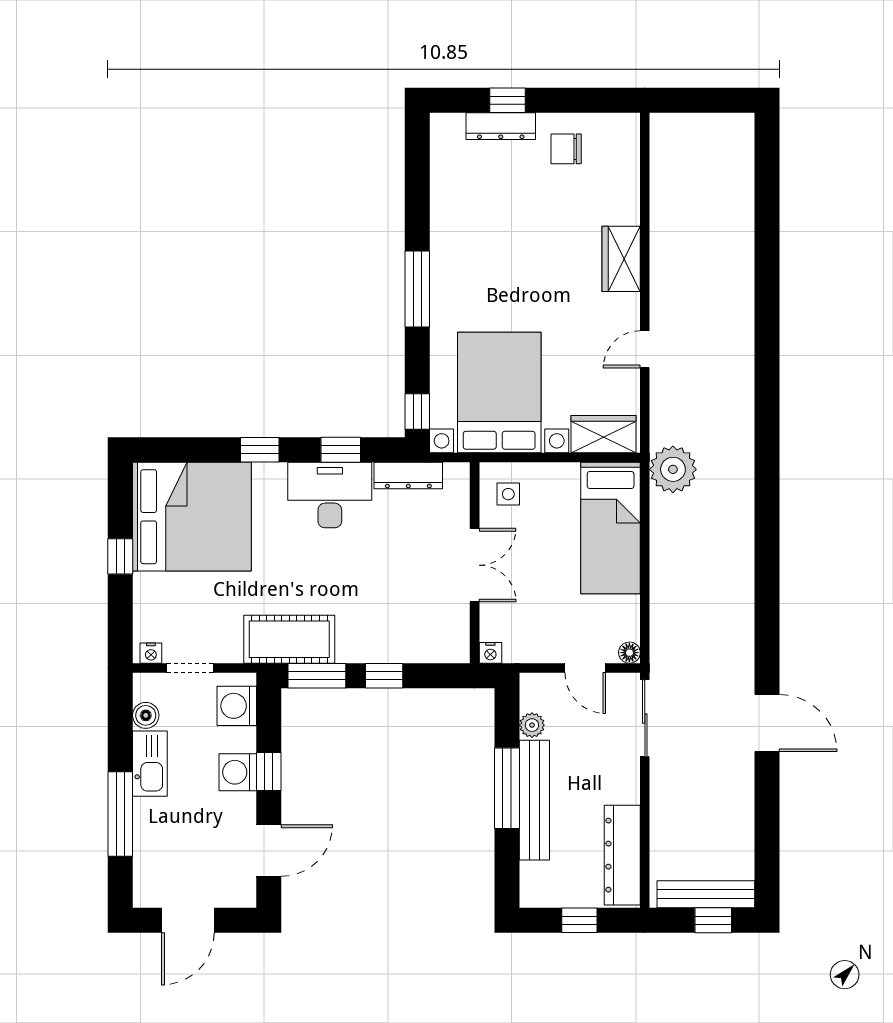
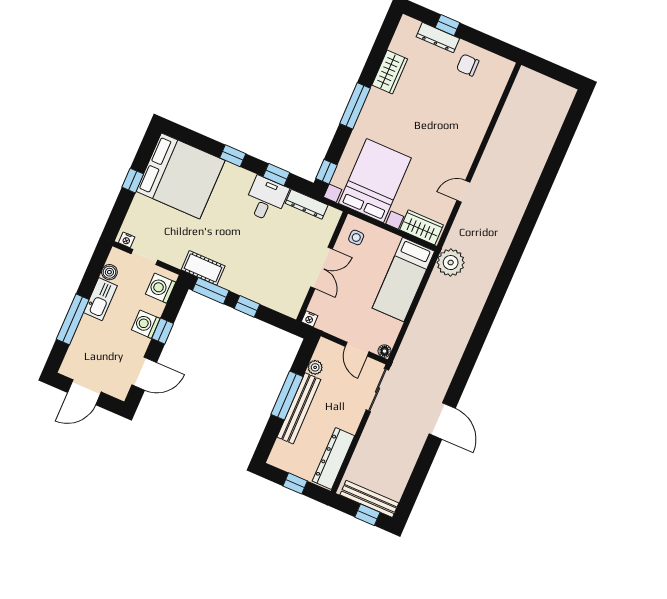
wardrobe: (621, 259) -> (390, 72), moved, turned 180
desk: (330, 495) -> (266, 199), width x0.73
cot: (289, 639) -> (203, 268), width x0.73, depth x0.75

